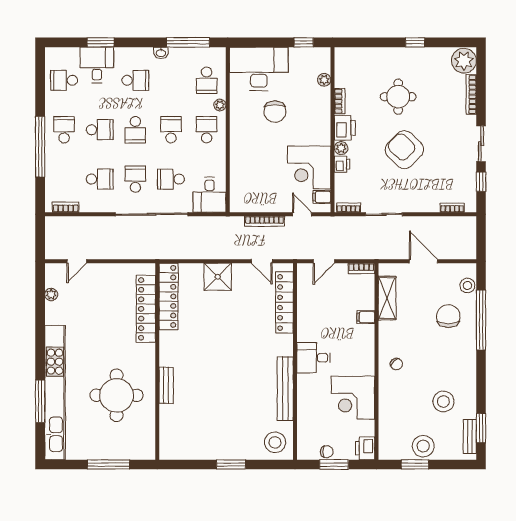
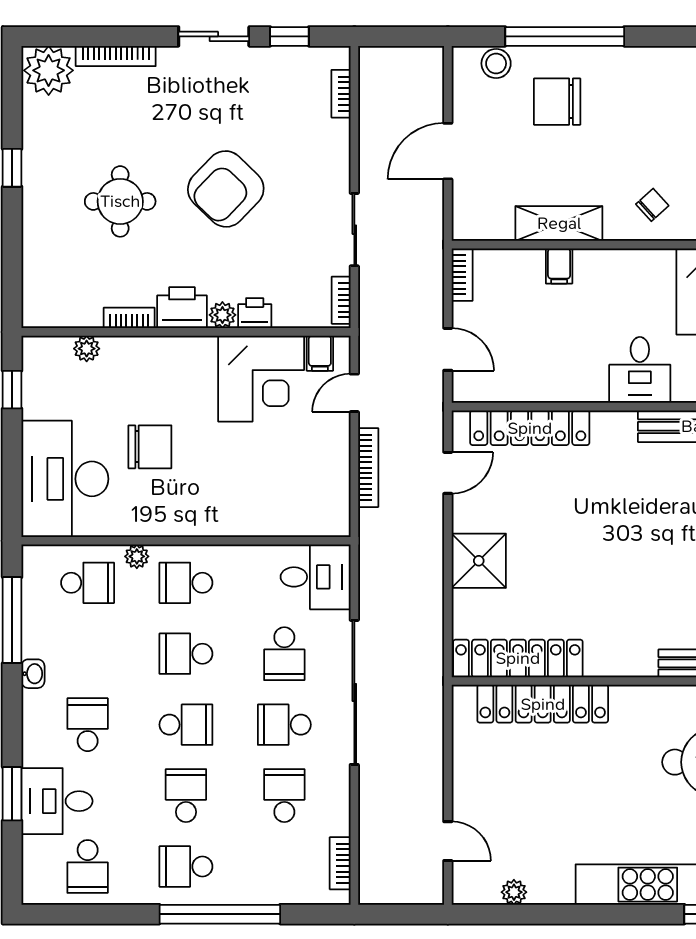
shelving: (387, 298) -> (559, 223), moved

